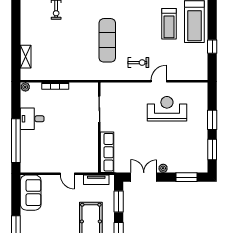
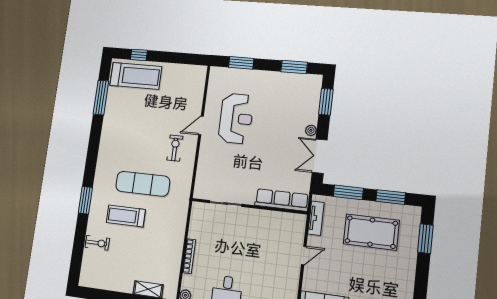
treadmill: (169, 24) -> (126, 216), moved, turned 180
window: (212, 47) -> (139, 55), moved
door: (159, 81) -> (201, 125), hinge flipped
reception desk: (167, 109) -> (236, 119), turned 180
window: (212, 120) -> (241, 63), moved

